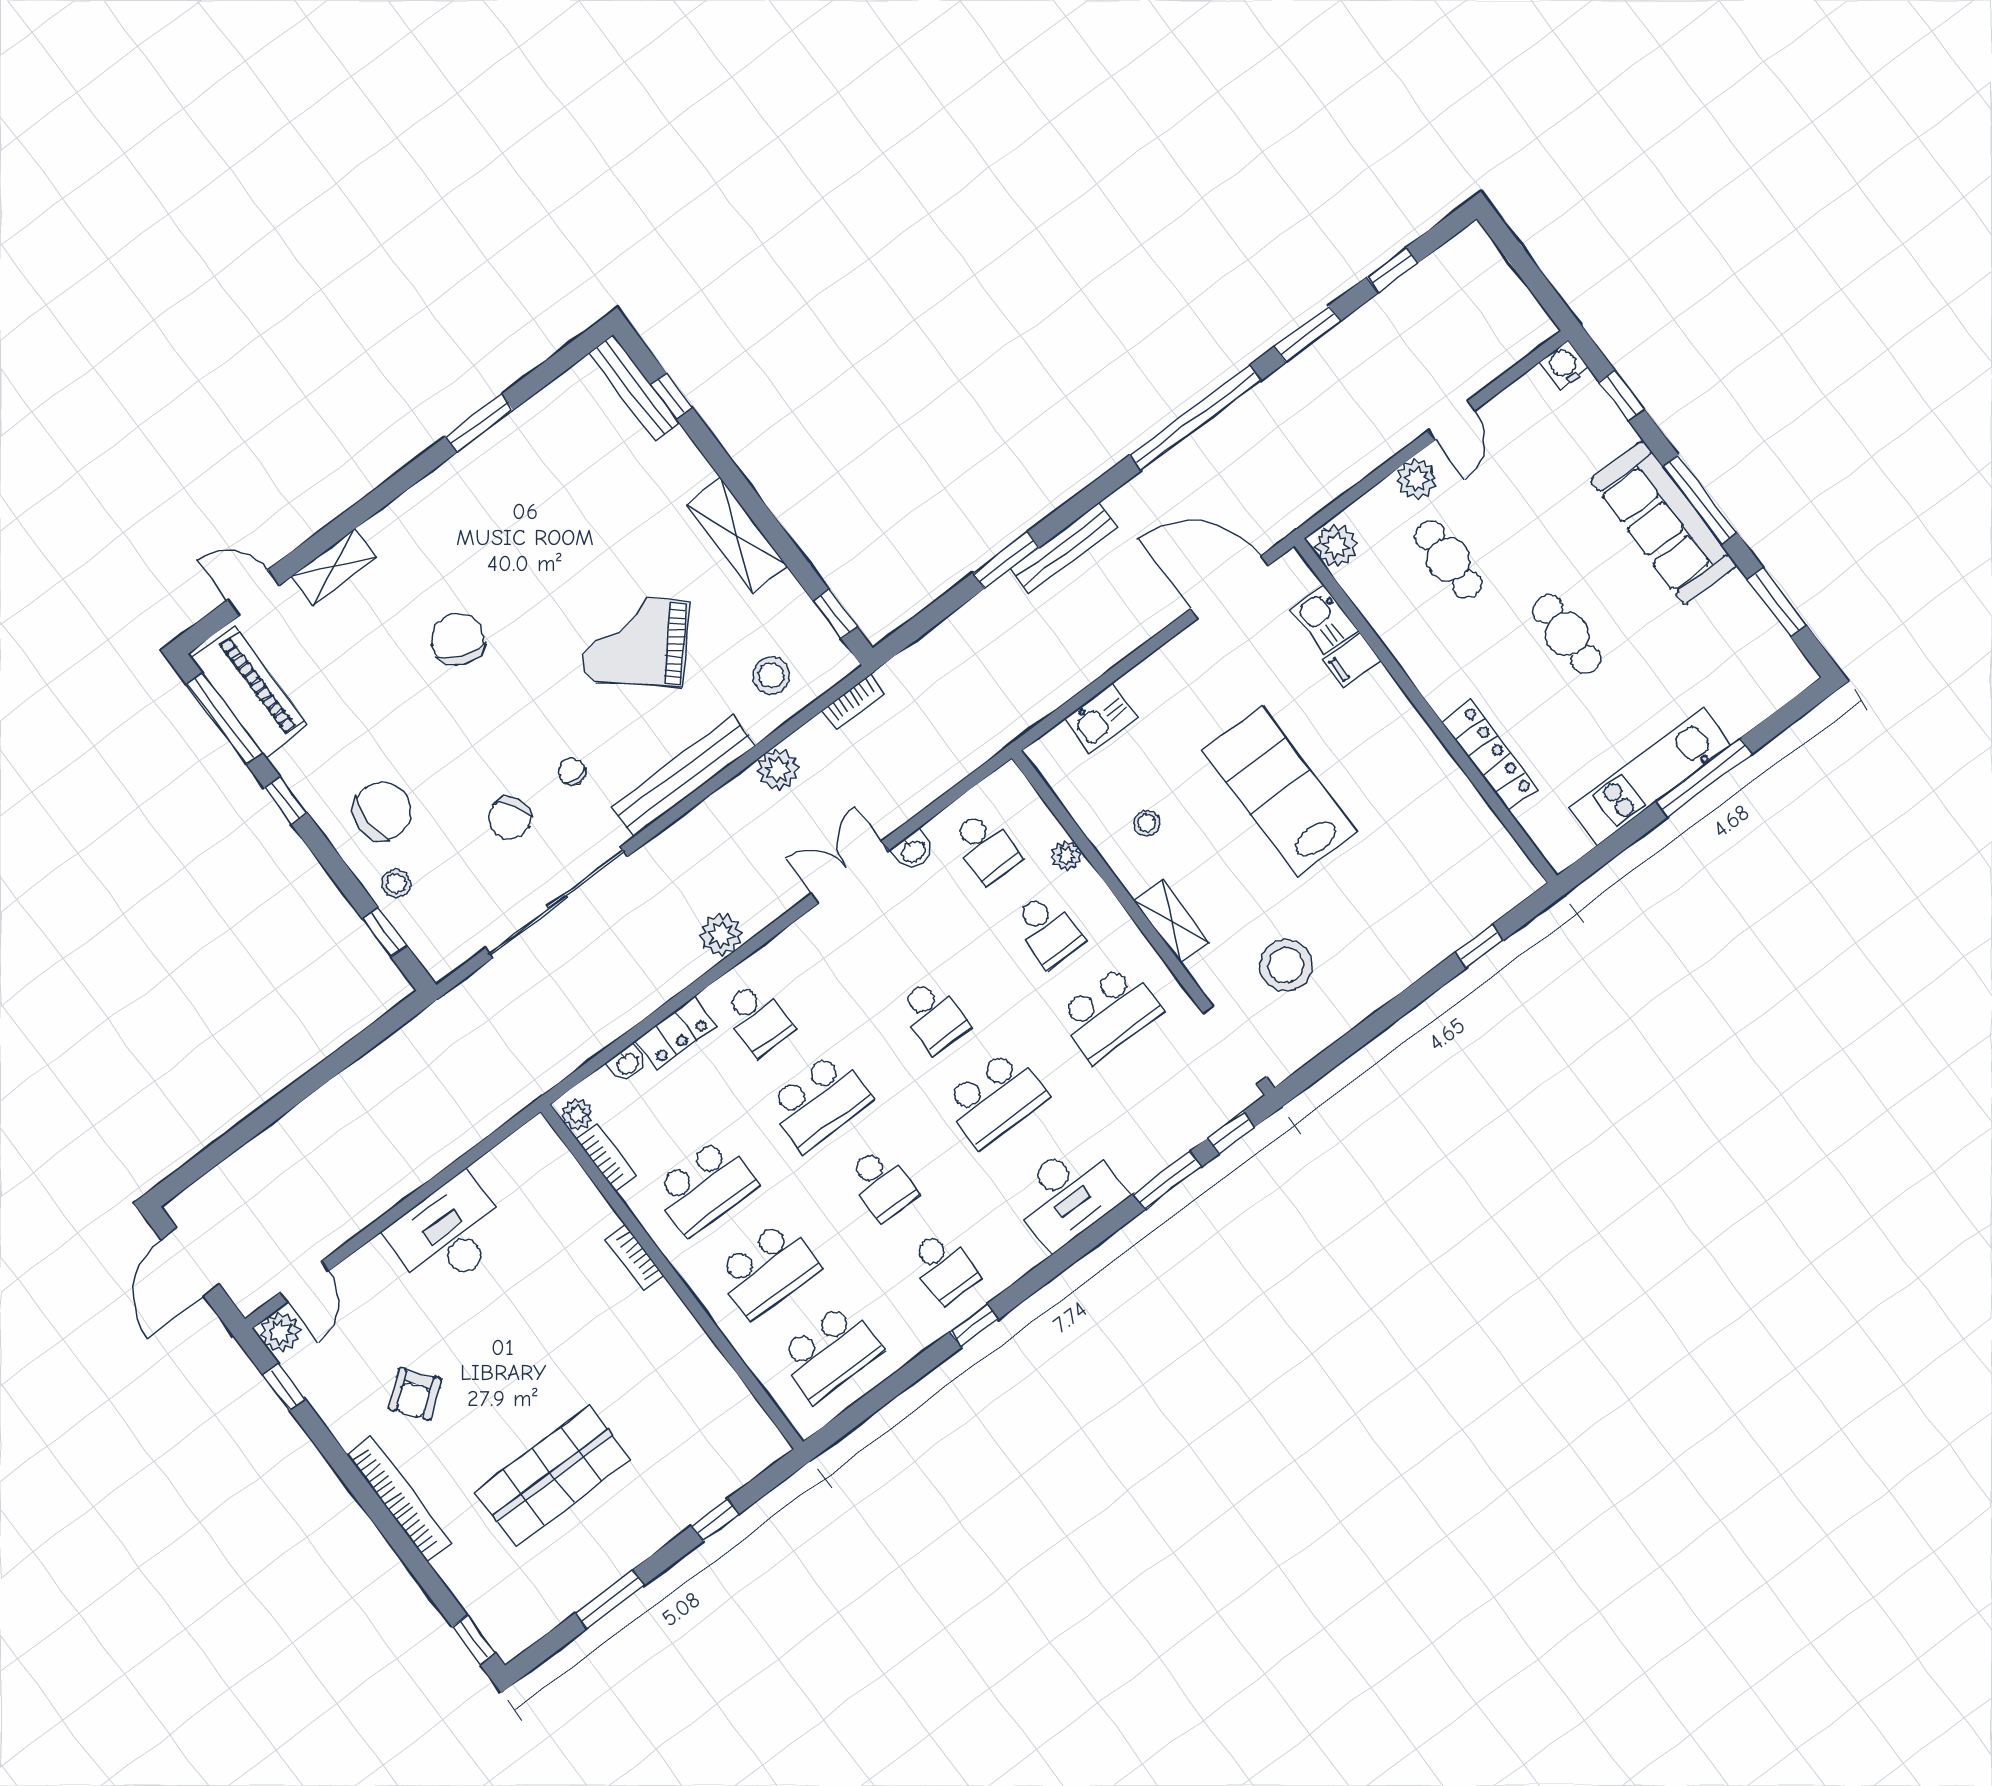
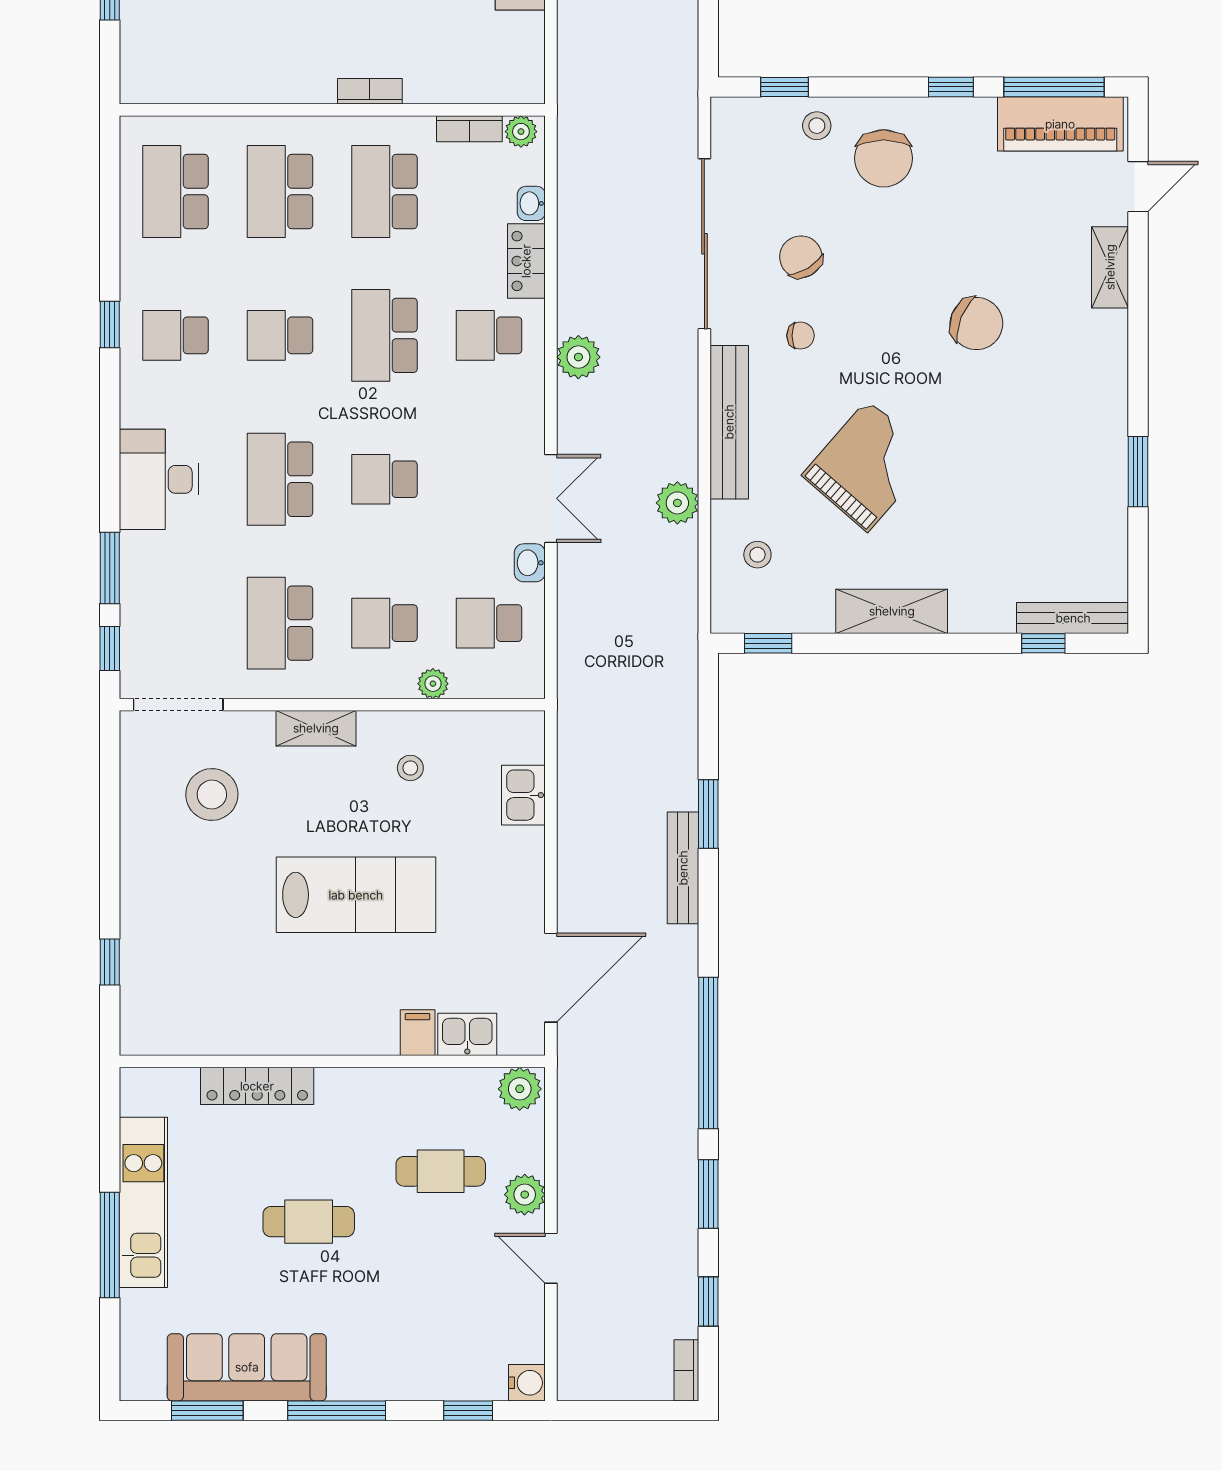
sofa: (1664, 523) -> (247, 1367), moved
stool: (771, 675) -> (757, 555), width x0.73, depth x0.73
bookcase: (853, 702) -> (686, 1370), moved

